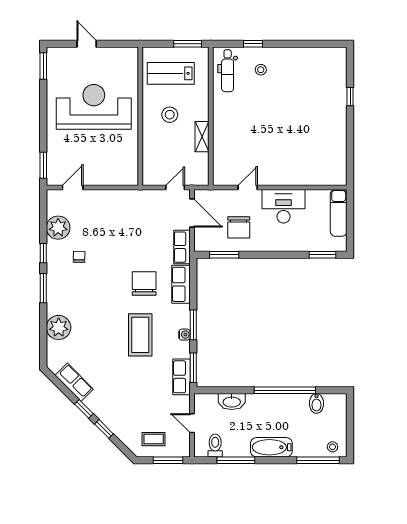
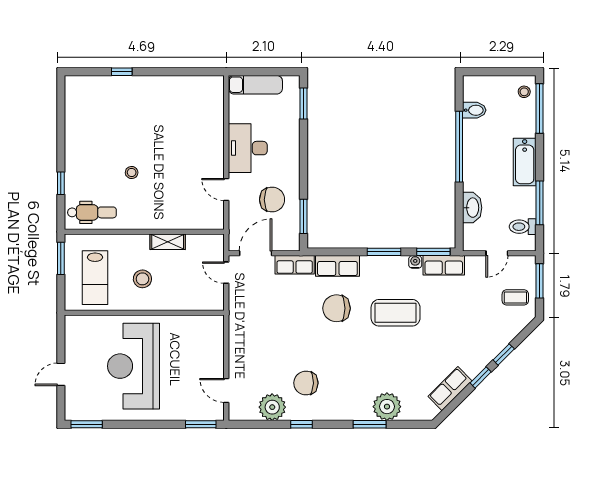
stool: (261, 70) -> (132, 172), moved
chair: (79, 257) -> (306, 383), width x1.87, depth x1.87
window: (43, 288) -> (370, 424), moved
water cooler: (184, 335) -> (415, 262), moved
coffee table: (154, 439) -> (515, 297), turned 90

